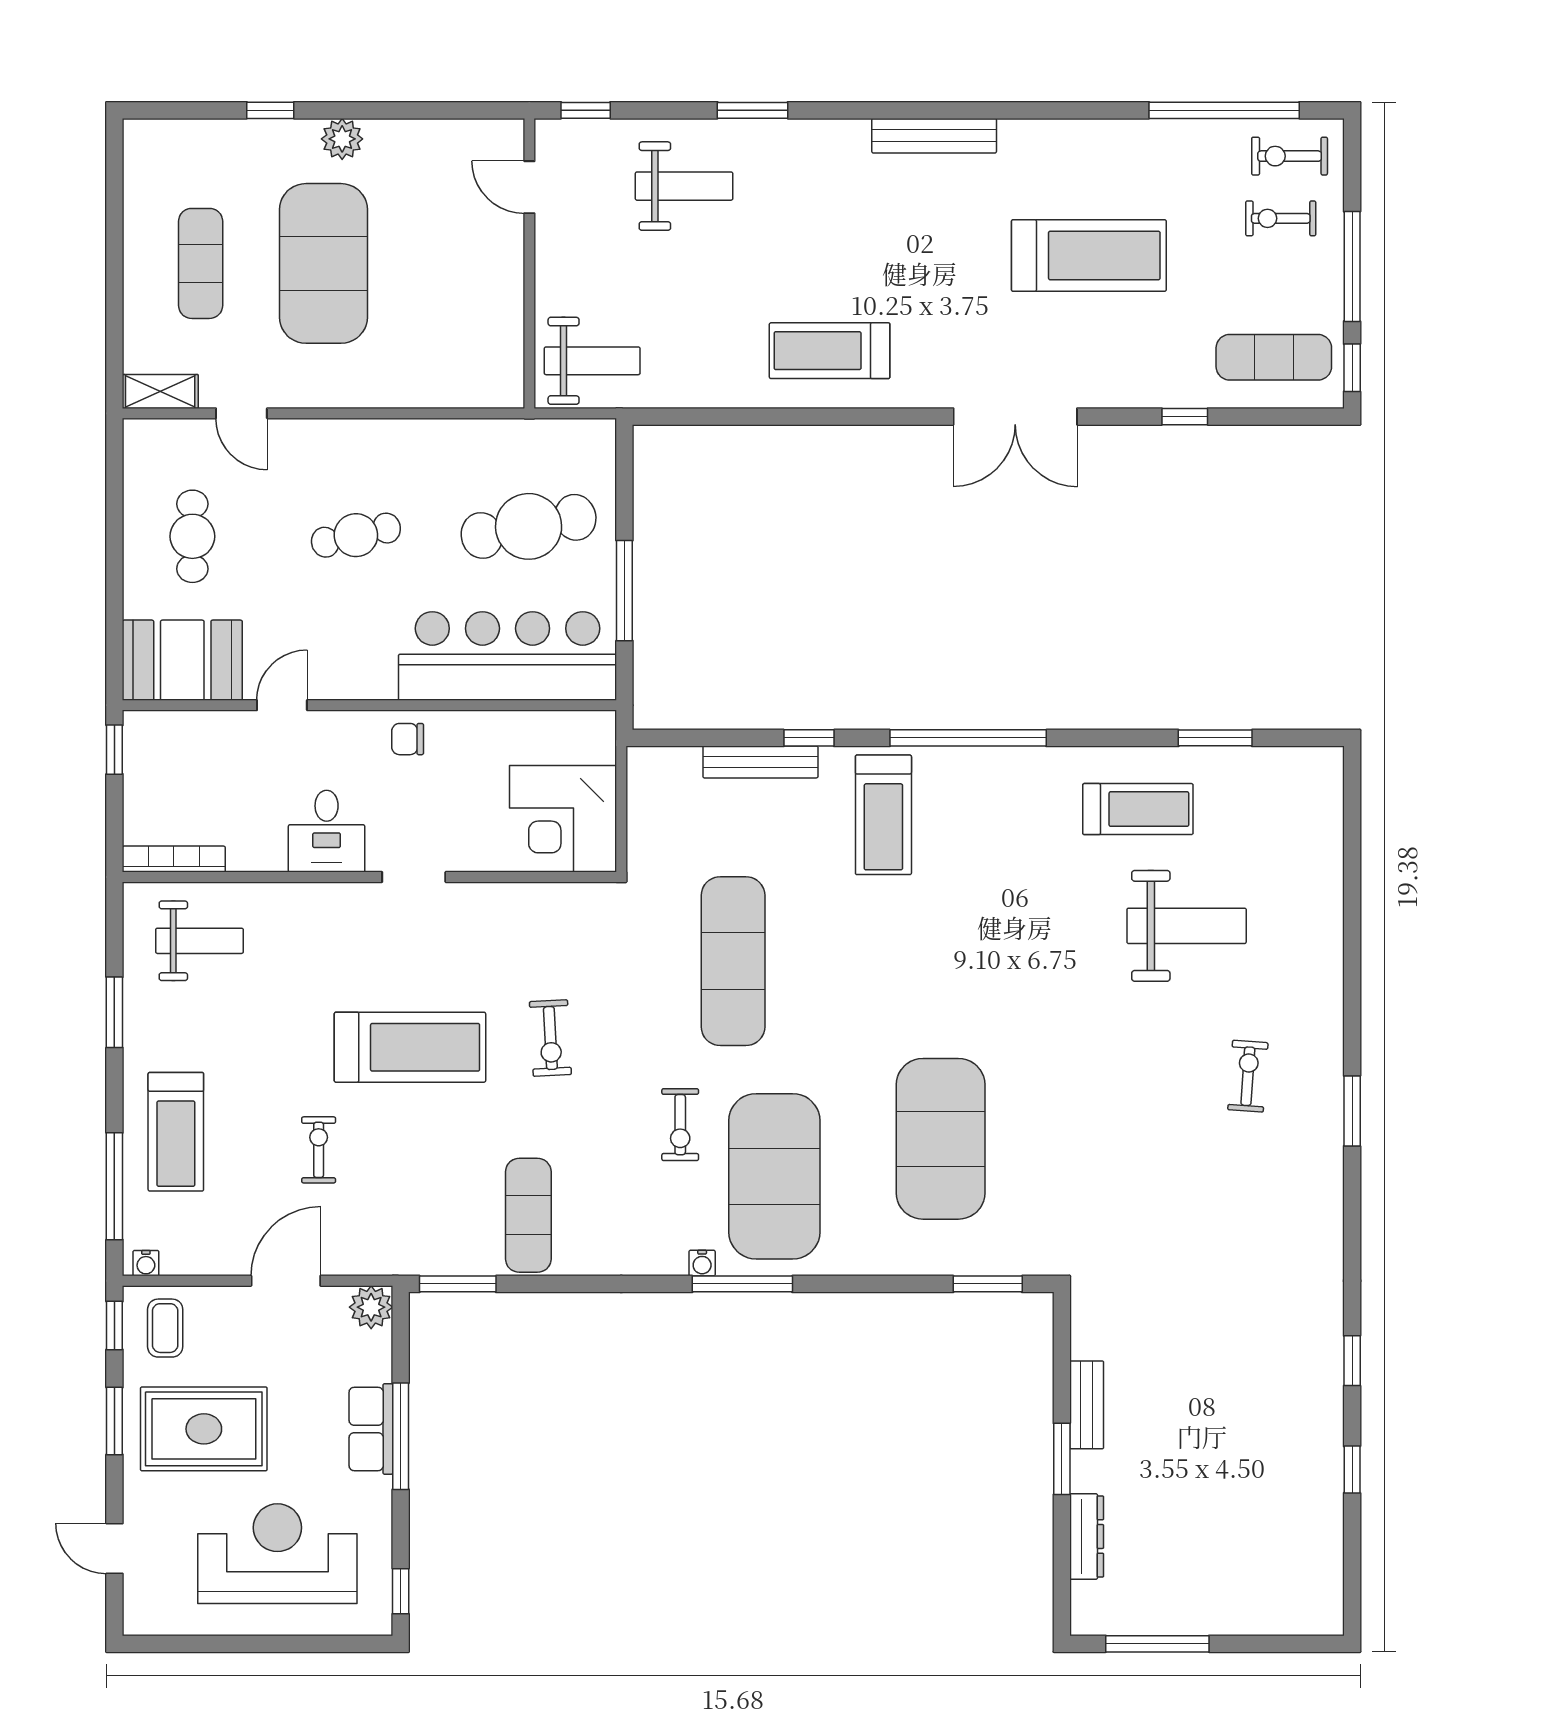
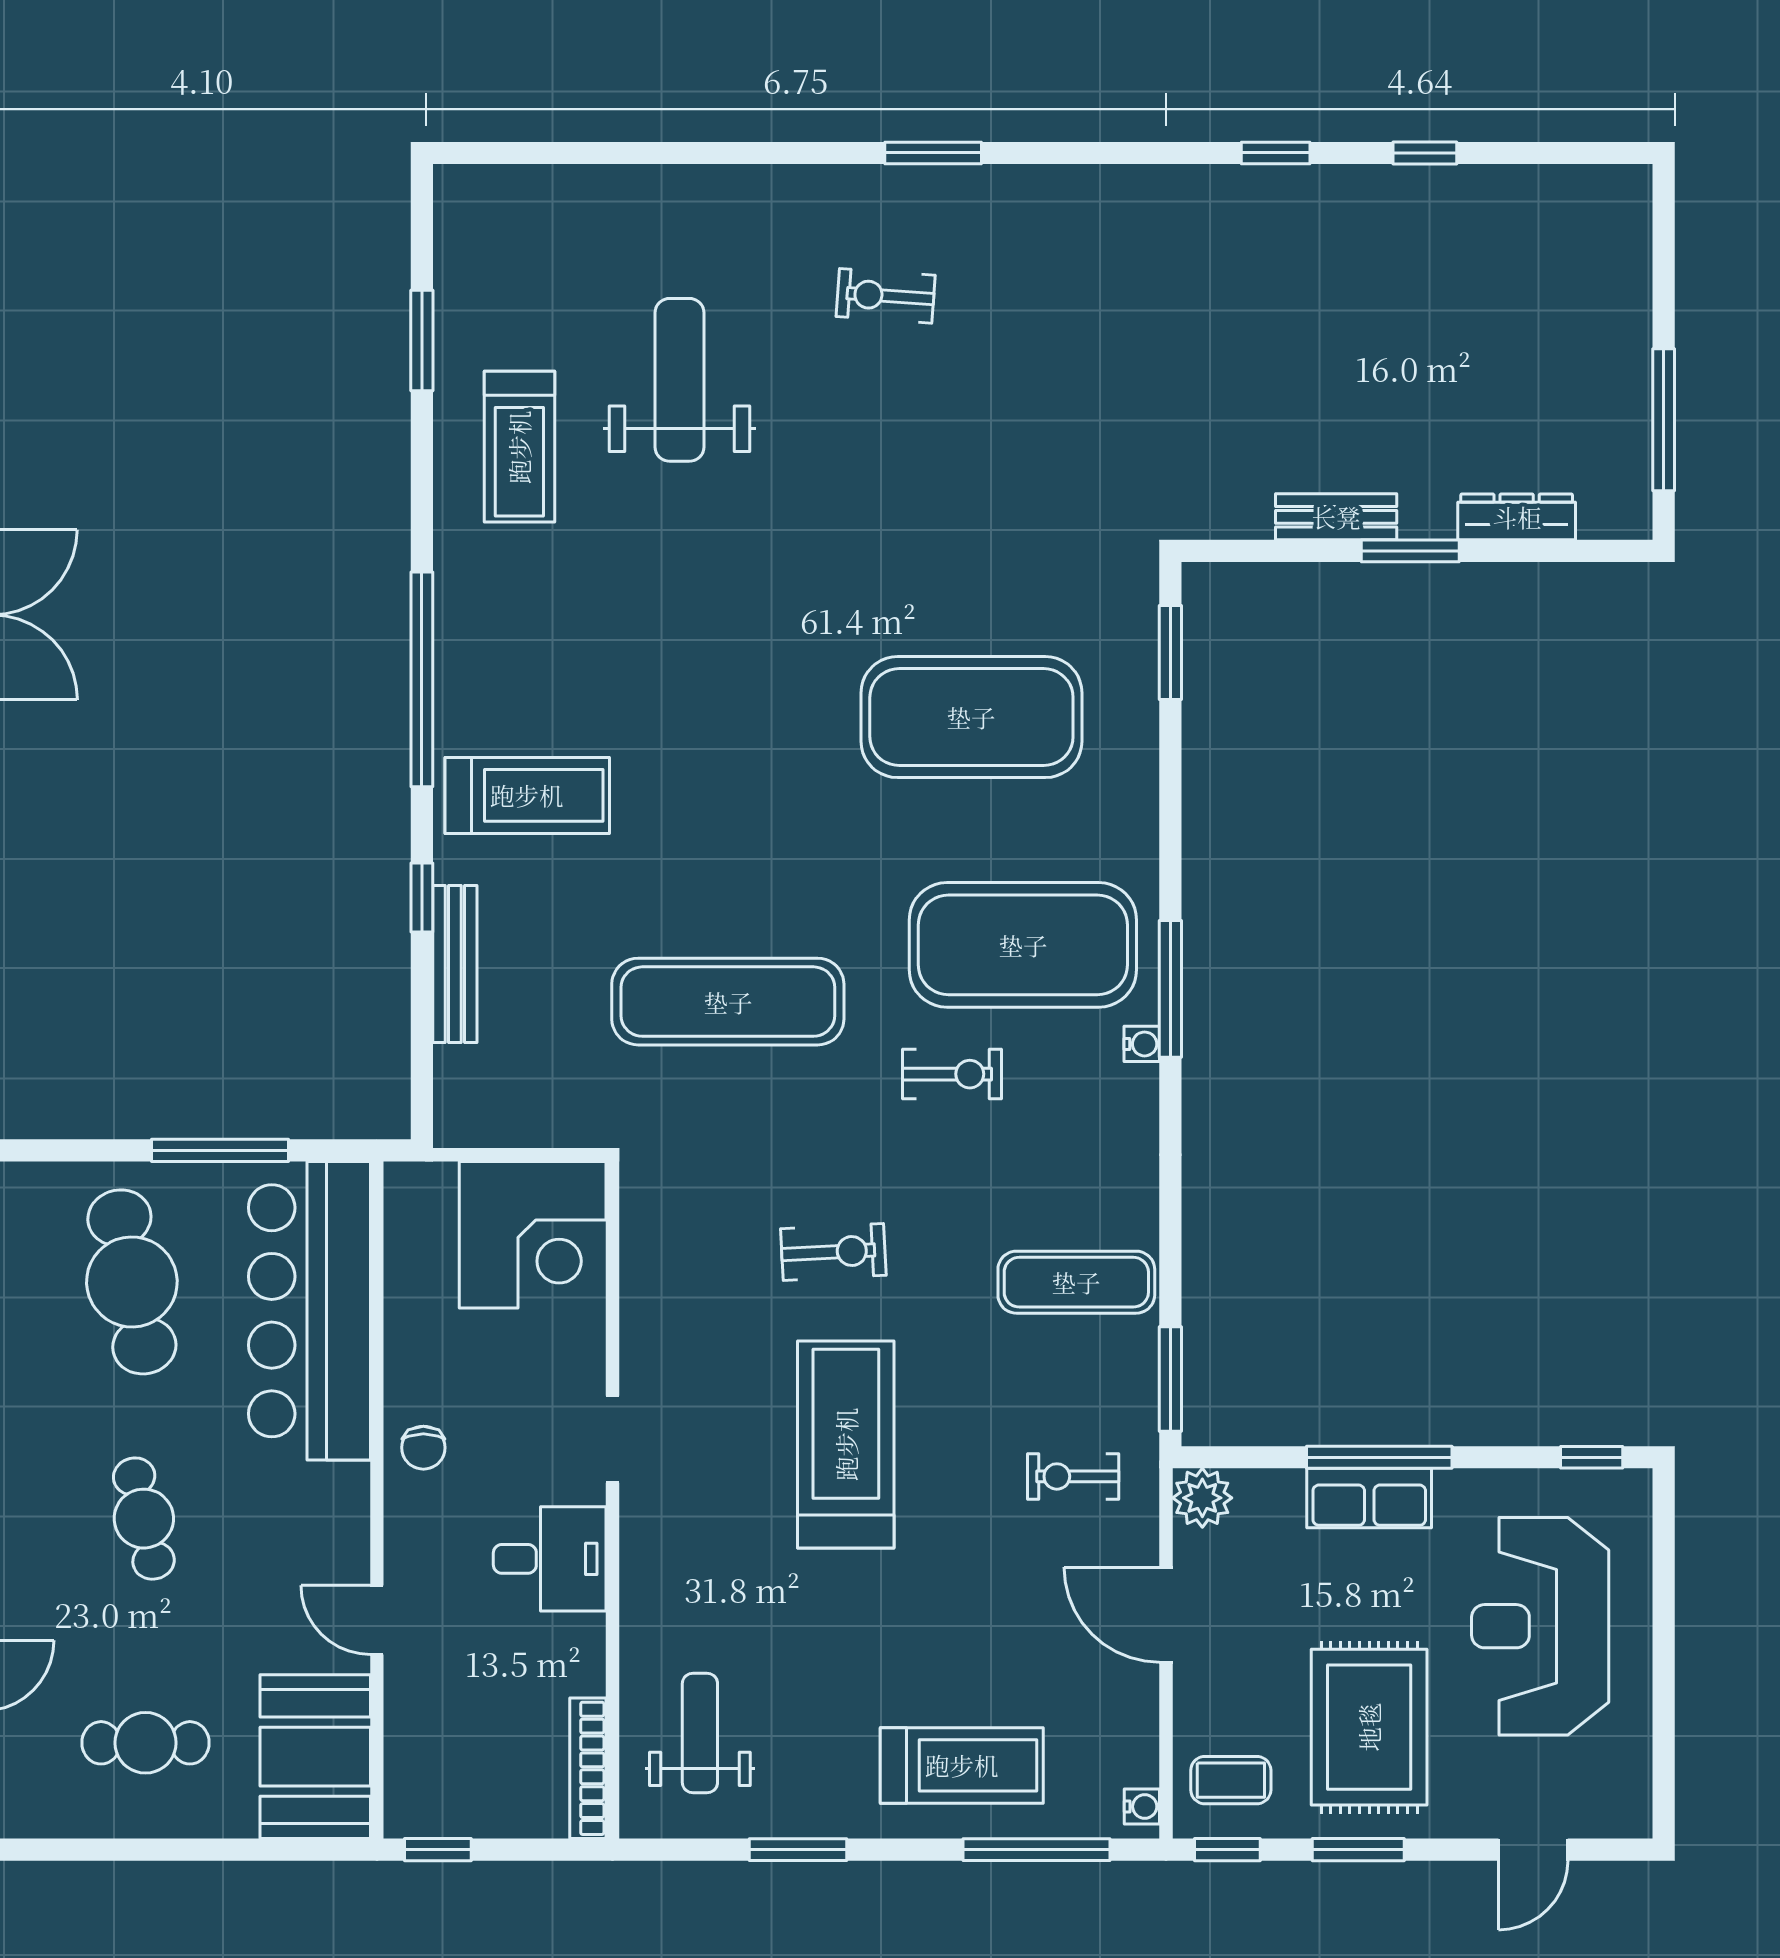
treadmill: (1138, 809) -> (519, 447), turned 180
exercise bike: (319, 1150) -> (1073, 1476), moved

